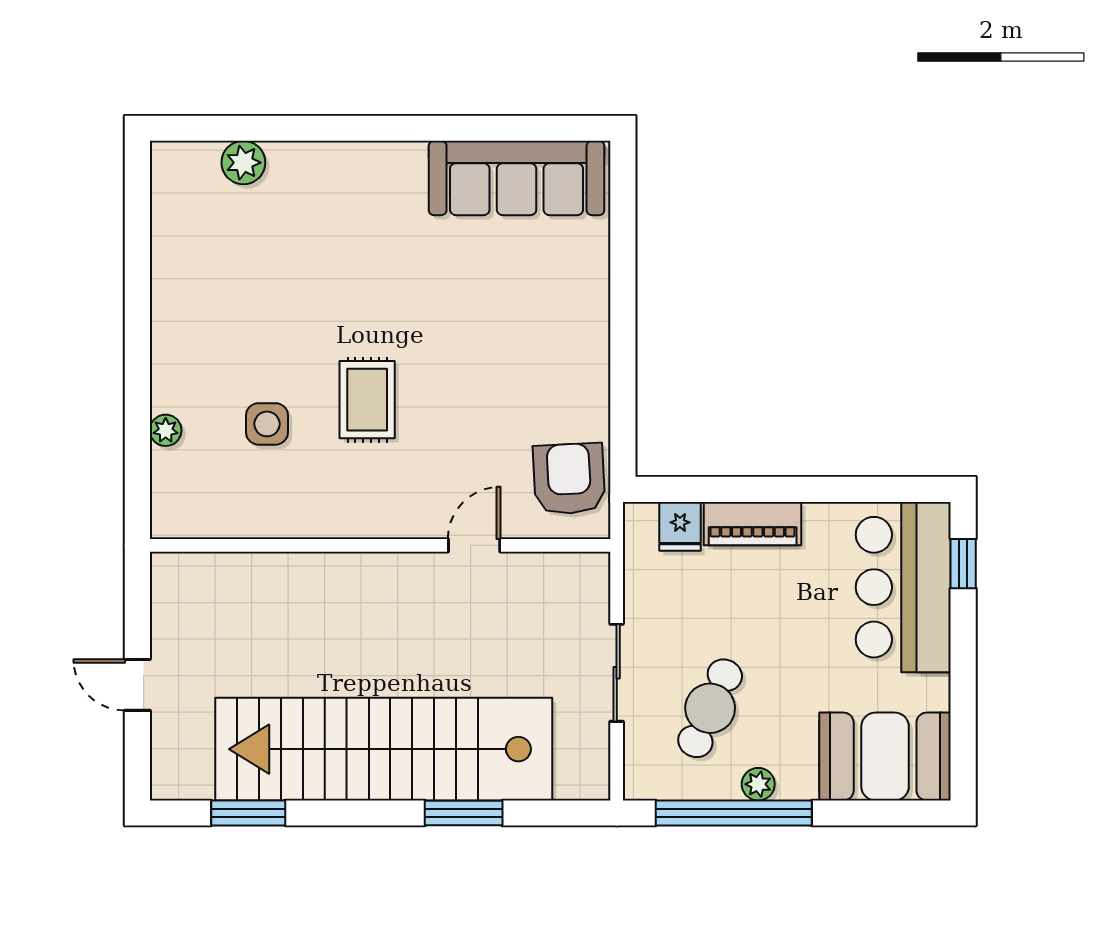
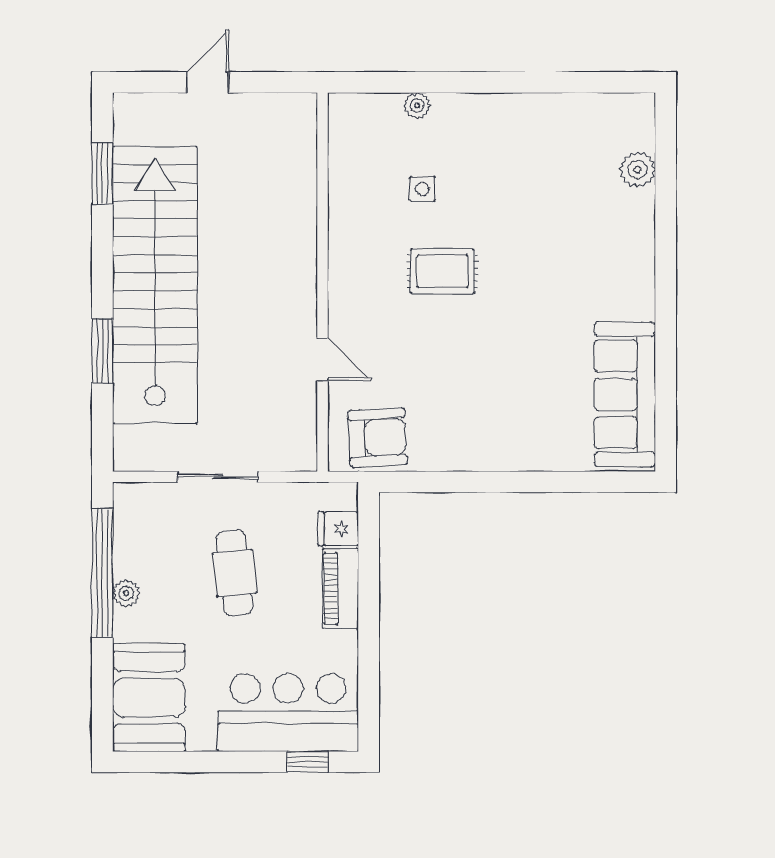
side table: (267, 424) -> (422, 189), width x0.73, depth x0.73
cafe table: (710, 708) -> (235, 573), moved, turned 60

